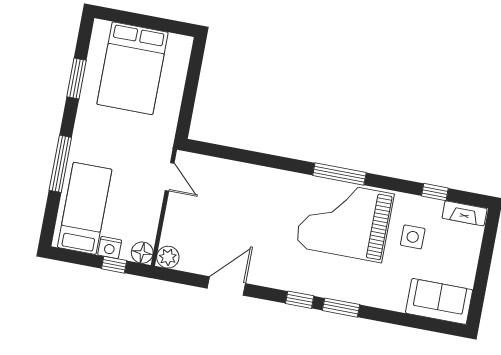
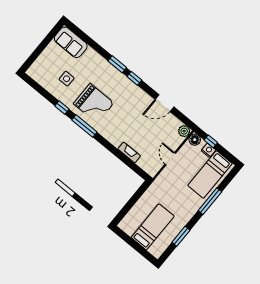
bed: (132, 68) -> (153, 227), width x0.67
door: (170, 177) -> (170, 159), moved
window: (435, 192) -> (62, 108), moved
fireplace: (465, 213) -> (129, 152), moved
grand piano: (345, 220) -> (94, 103), width x0.73, depth x0.68

